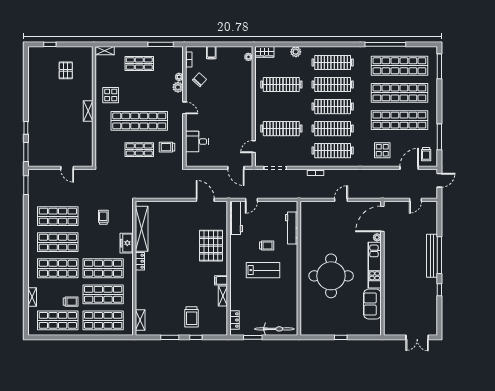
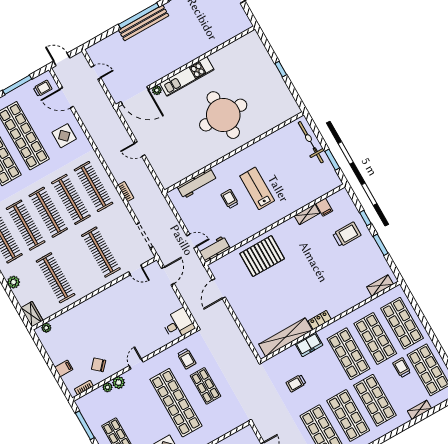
desk: (197, 142) -> (178, 324), moved, turned -90
workbench: (236, 218) -> (214, 249), width x0.73
filing cabinet: (221, 280) -> (324, 207), moved
sofa: (372, 304) -> (228, 56), removed
locker: (235, 320) -> (325, 188), removed

